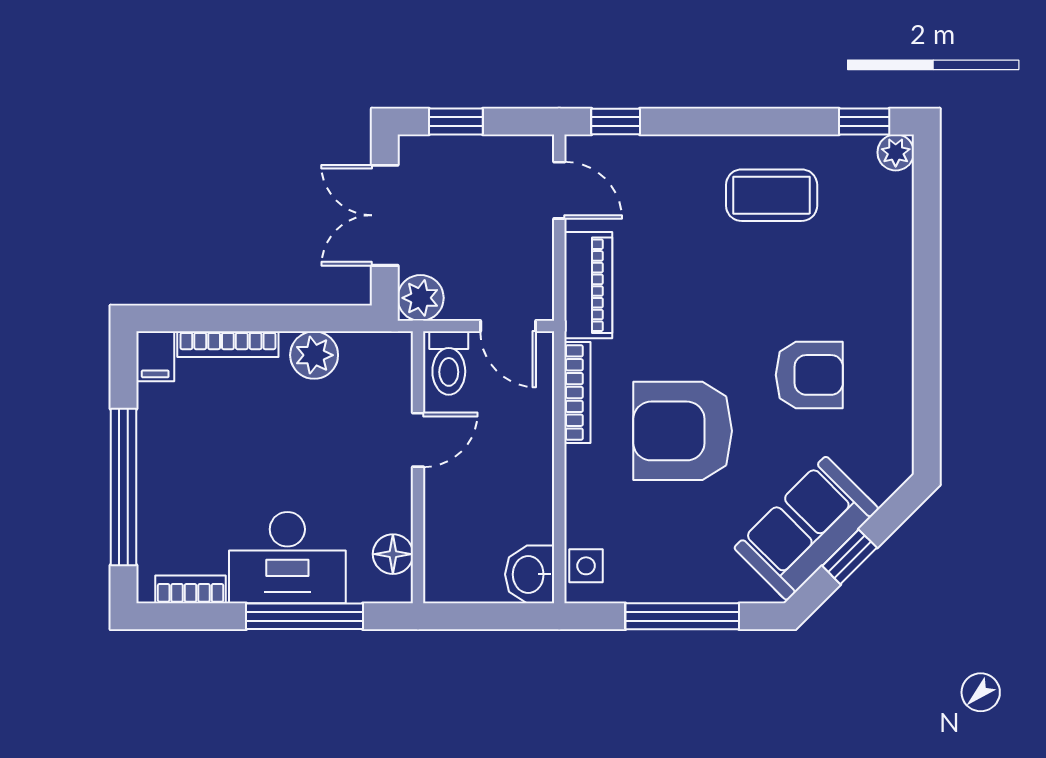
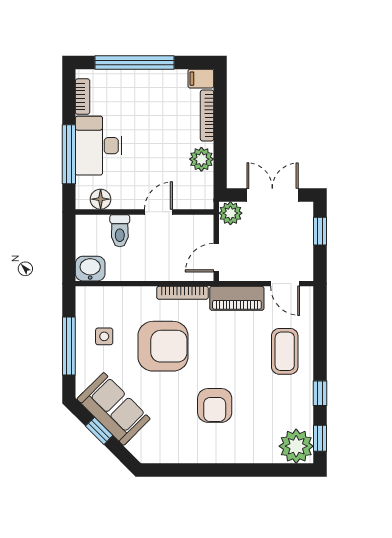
window: (616, 121) -> (320, 393), moved
plant: (896, 152) -> (296, 446), width x1.88, depth x1.88
door: (559, 190) -> (285, 284), hinge flipped
coffee table: (772, 195) -> (285, 351), moved
toilet: (449, 363) -> (120, 231), moved, turned -90
armchair: (809, 375) -> (215, 405), moved
armchair: (683, 431) -> (163, 346), turned 90
door: (418, 440) -> (158, 212), swing flipped
side table: (586, 566) -> (104, 336), moved

